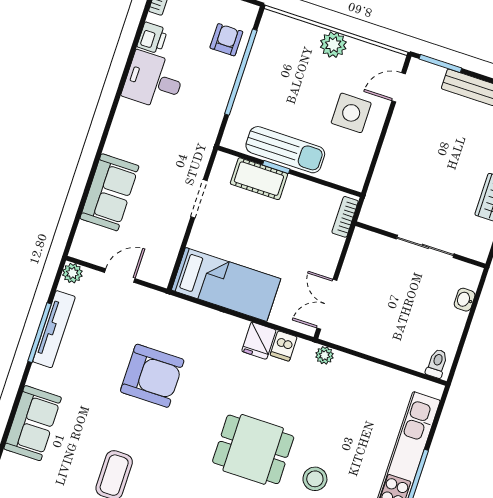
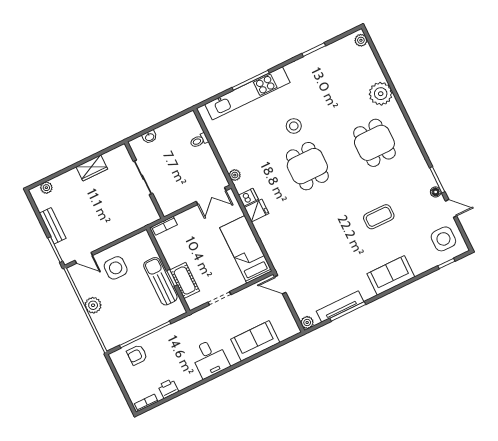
desk: (154, 81) -> (210, 358), moved
door: (120, 276) -> (280, 285), moved
toilet: (437, 363) -> (199, 141), moved
armchair: (152, 376) -> (318, 243), removed

